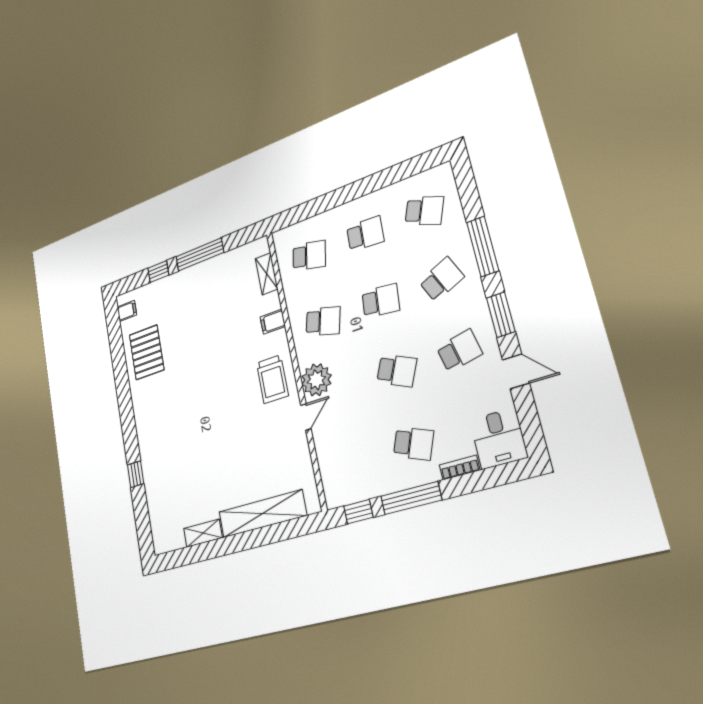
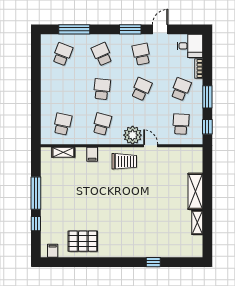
school desk: (365, 234) -> (181, 124), moved
window: (483, 246) -> (74, 29), moved
window: (411, 498) -> (207, 97), width x0.69
shelving: (262, 514) -> (195, 191), width x0.68

